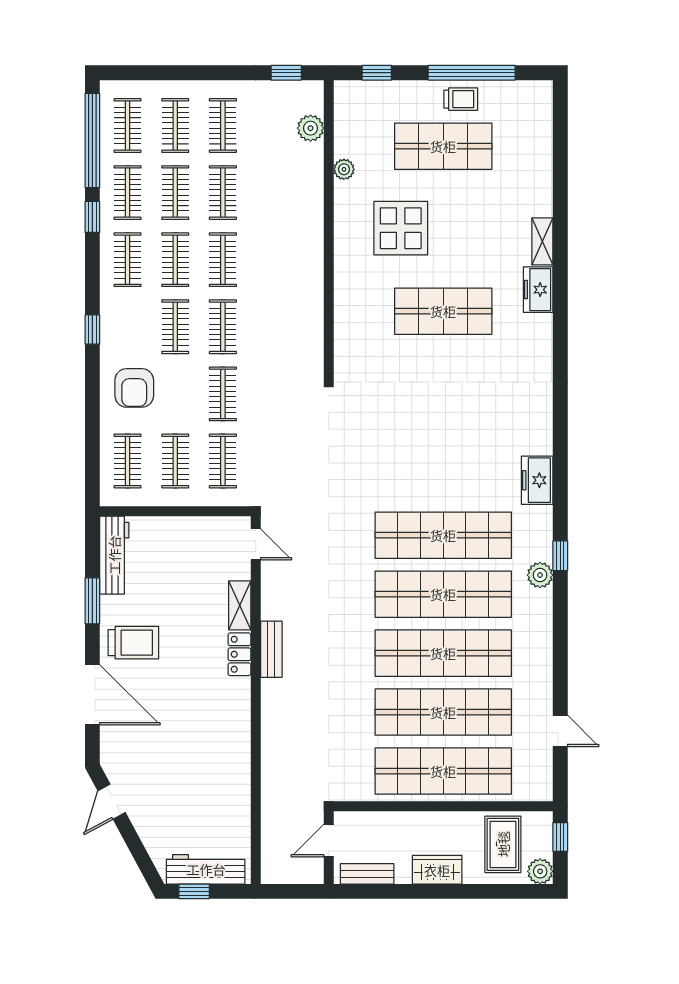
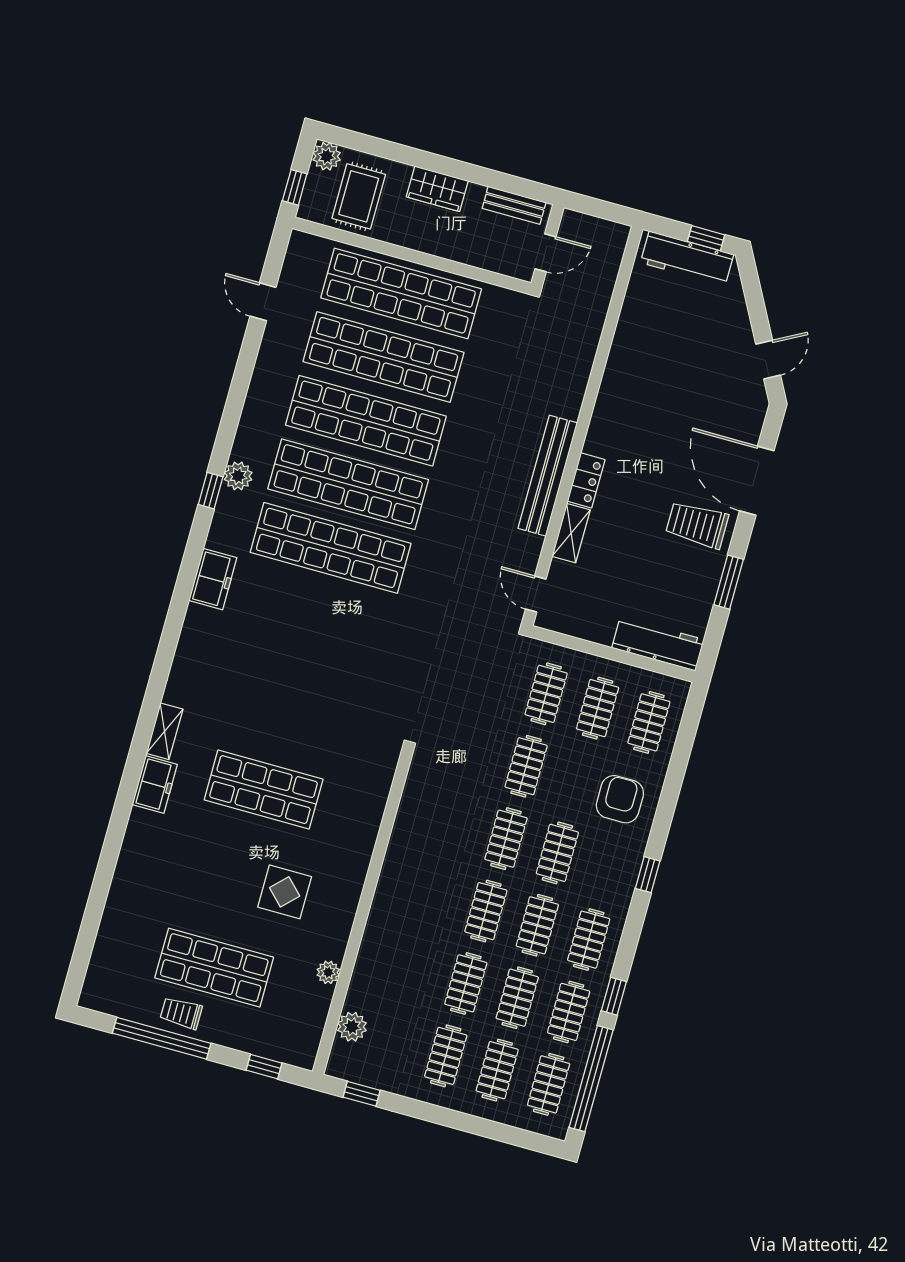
display table: (401, 228) -> (285, 892), width x0.73, depth x0.73
shelving: (542, 241) -> (165, 731), moved
workbench: (114, 555) -> (658, 644), moved, turned 90
bench: (271, 649) -> (548, 476), width x1.86, depth x1.21

